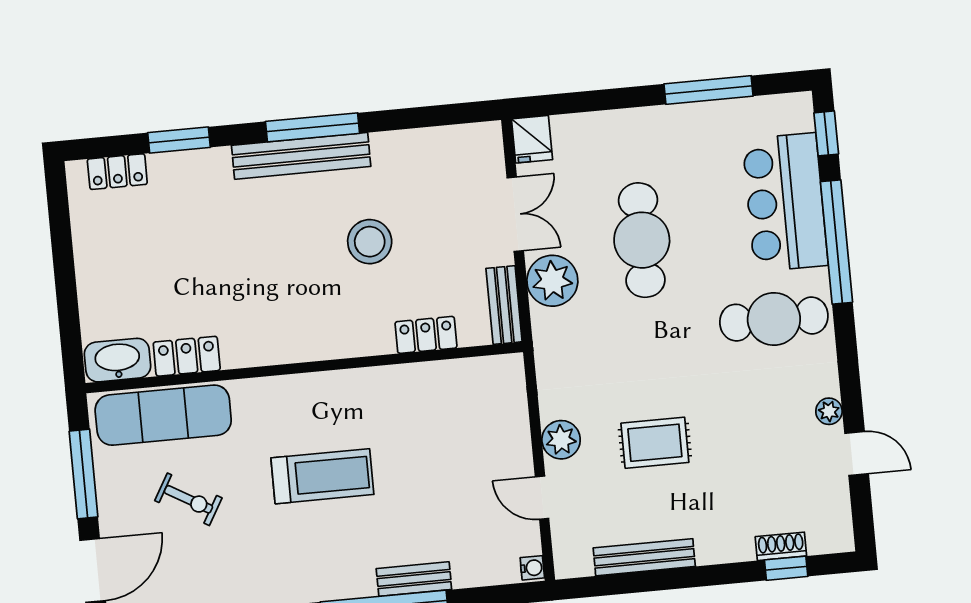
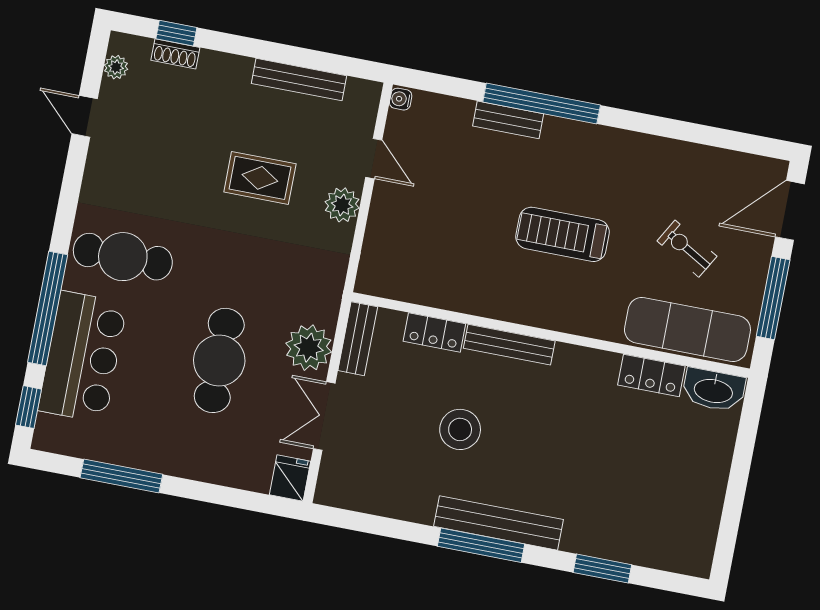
locker: (117, 172) -> (665, 557), removed
bench: (344, 345) -> (509, 345), added
plant: (829, 411) -> (116, 67), moved

